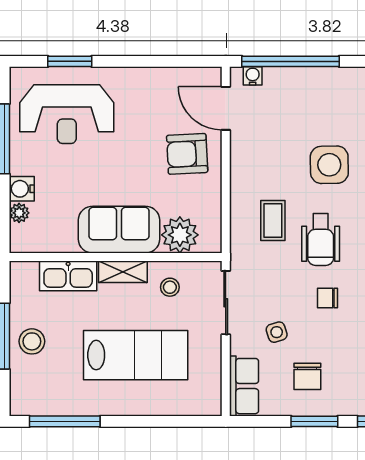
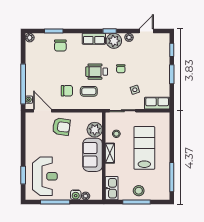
door: (226, 108) -> (42, 111), swing flipped
armchair: (187, 154) -> (61, 127), turned -79
side table: (329, 165) -> (66, 68), removed
wheelchair: (321, 240) -> (97, 72), turned 180
kitchen sink: (68, 276) -> (112, 188), moved
chair: (307, 376) -> (67, 91), moved

